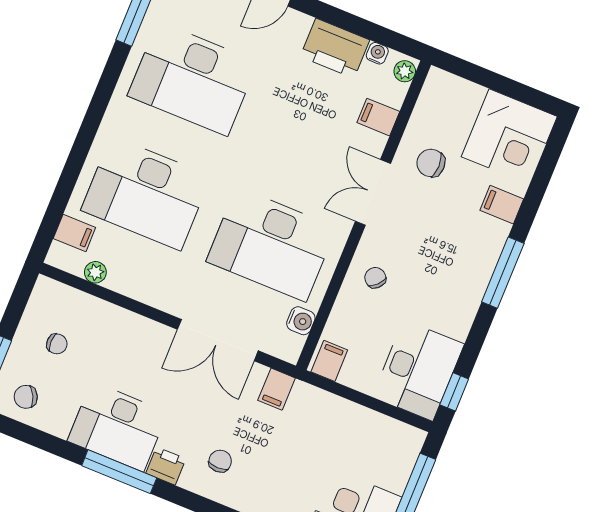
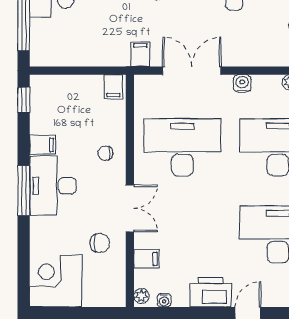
printer: (335, 48) -> (211, 292), moved
filing cabinet: (502, 205) -> (43, 145), moved
chair: (375, 278) -> (106, 153), turned 137
water cooler: (301, 321) -> (242, 83), moved, turned 90
desk: (418, 370) -> (53, 186), moved

